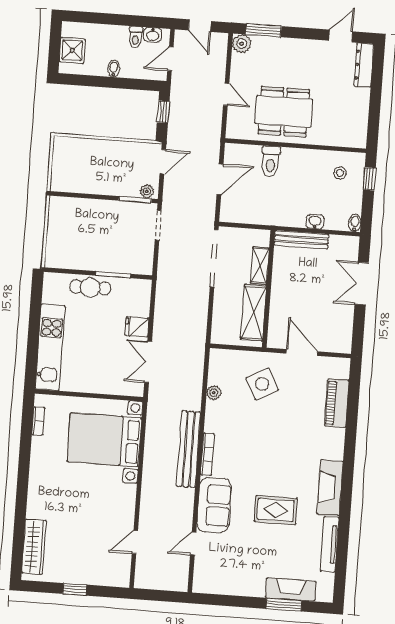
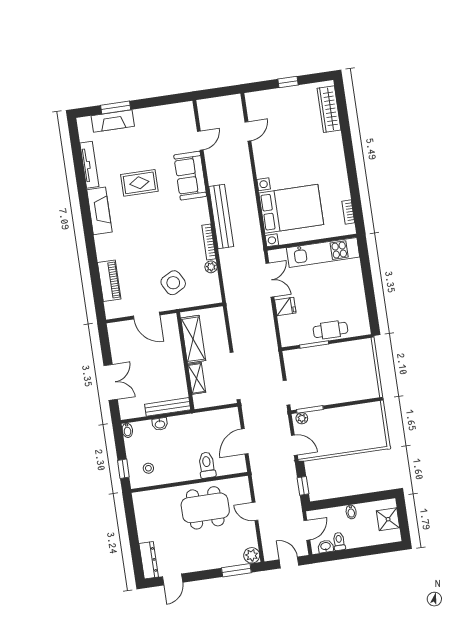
door: (163, 162) -> (294, 445), swing flipped
kitchen unit: (50, 347) -> (323, 252), moved, turned -90
bookcase: (207, 454) -> (209, 242), moved

